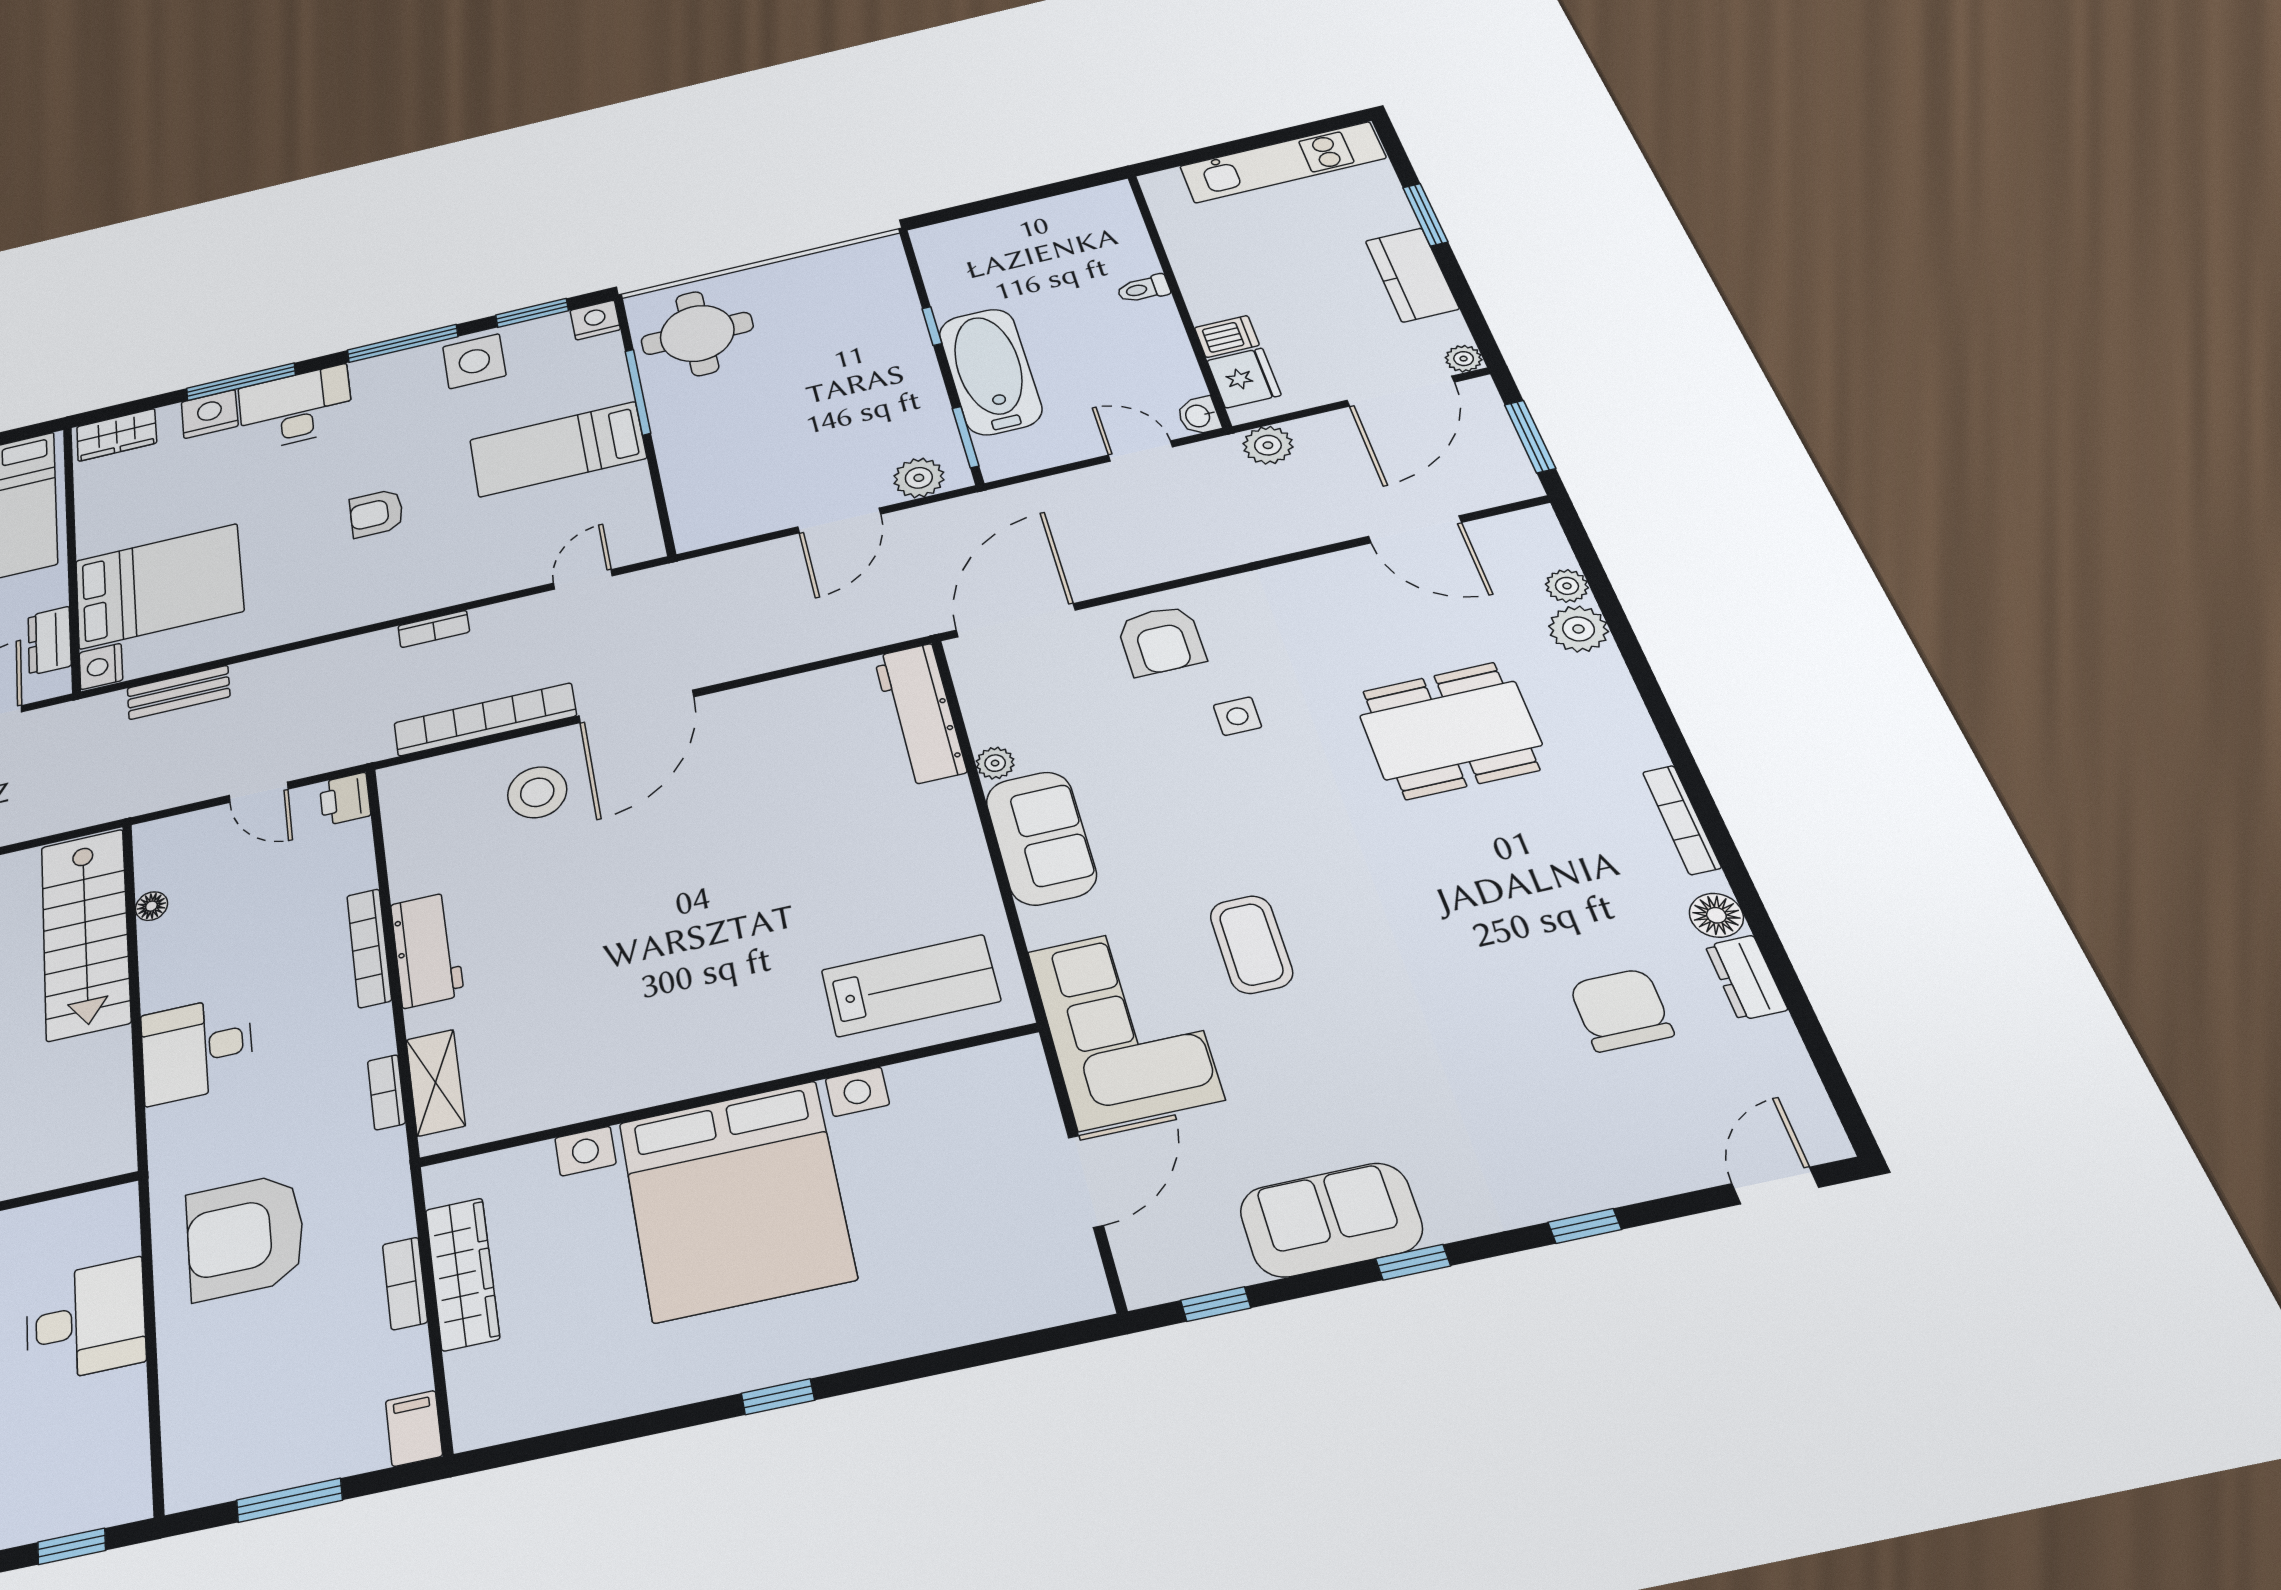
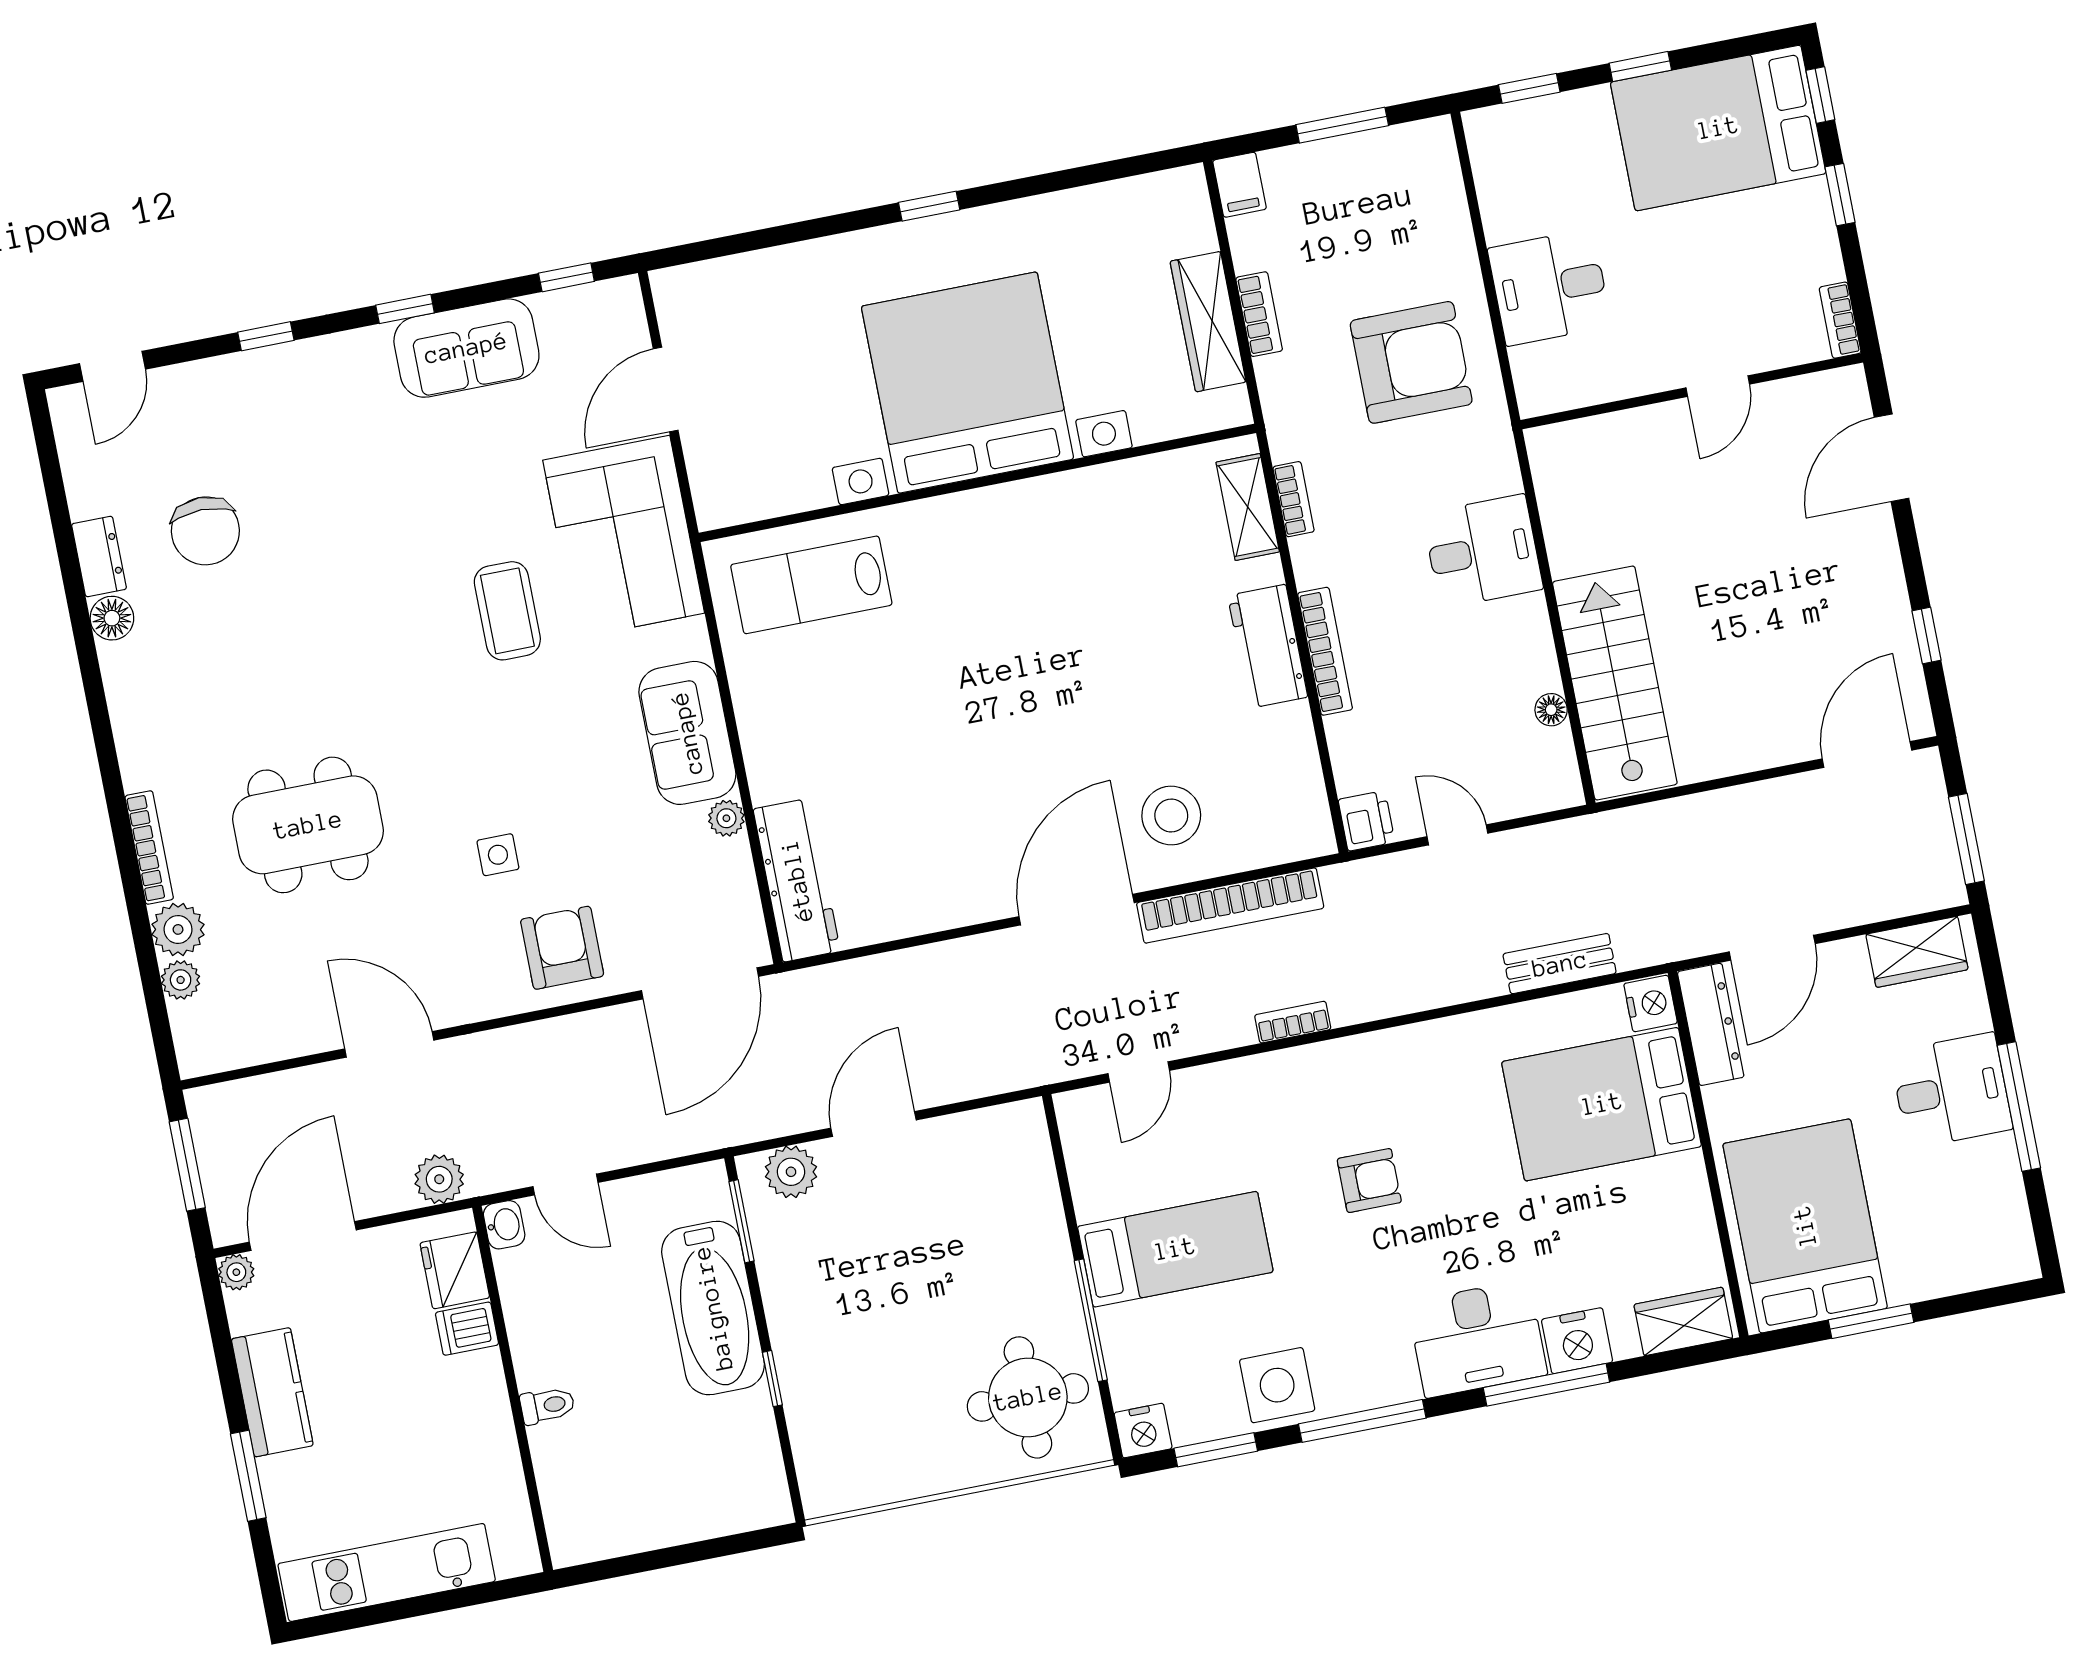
door: (1415, 529) -> (389, 1044), moved
dresser: (49, 641) -> (1711, 1024), width x1.44
bookcase: (1682, 820) -> (149, 847), moved

